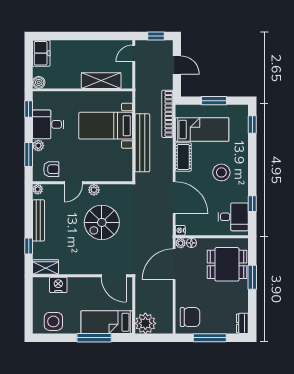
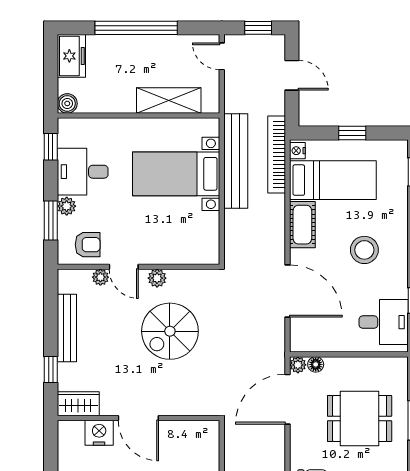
window: (81, 36) -> (136, 28), added
door: (134, 53) -> (222, 56), hinge flipped
window: (214, 101) -> (352, 133), width x0.67
bench: (142, 143) -> (236, 161), moved
door: (73, 183) -> (124, 267), hinge flipped
plant: (38, 189) -> (100, 277), moved
nightstand: (180, 230) -> (297, 151), moved
dining table: (227, 264) -> (360, 419), moved
door: (114, 276) -> (138, 418), moved

